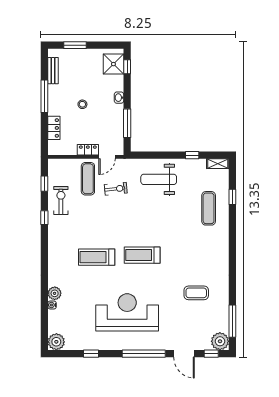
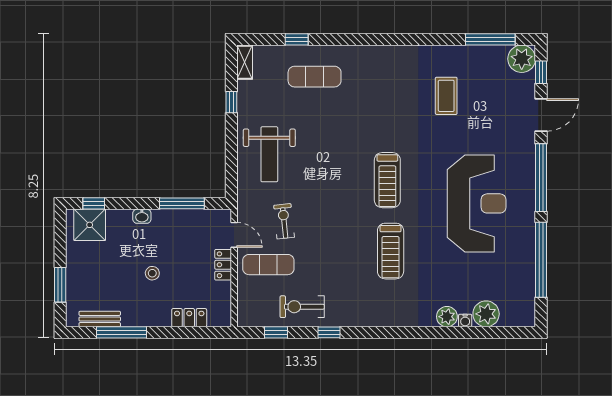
window: (44, 96) -> (121, 332), moved
reception desk: (127, 312) -> (477, 203), turned 180
plant: (56, 342) -> (486, 314), moved
window: (91, 354) -> (541, 260), width x3.17

